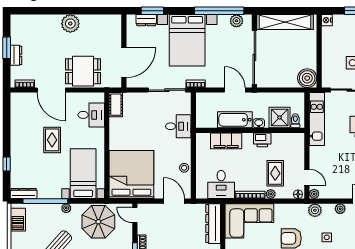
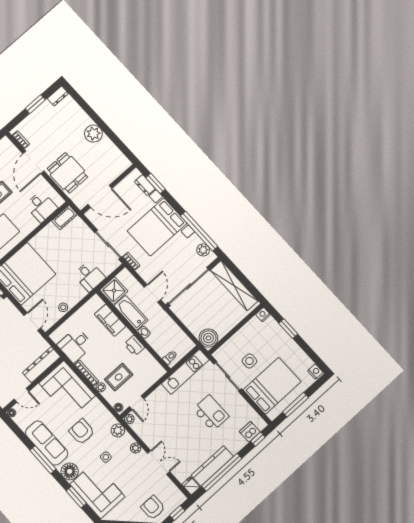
dresser: (16, 55) -> (58, 96), moved
shower: (280, 117) -> (114, 291), moved

